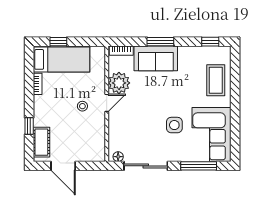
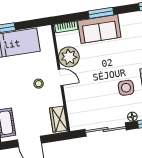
door: (107, 103) -> (60, 77), hinge flipped
wardrobe: (98, 147) -> (58, 119), added
floor lamp: (118, 157) -> (132, 117), moved

